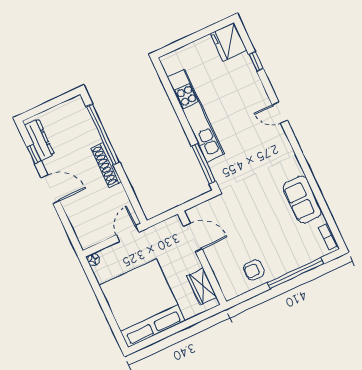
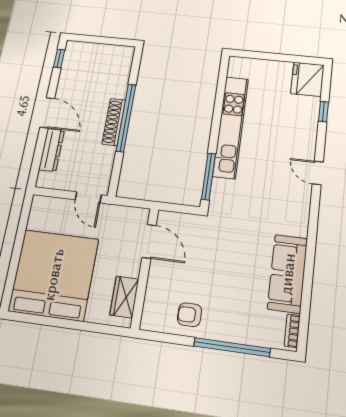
window: (103, 135) -> (126, 118), moved
dresser: (39, 140) -> (51, 150), moved
window: (34, 154) -> (59, 58), moved
sofa: (302, 200) -> (288, 274), width x1.36
door: (127, 233) -> (88, 197), swing flipped
floor lamp: (94, 260) -> (39, 202), removed

